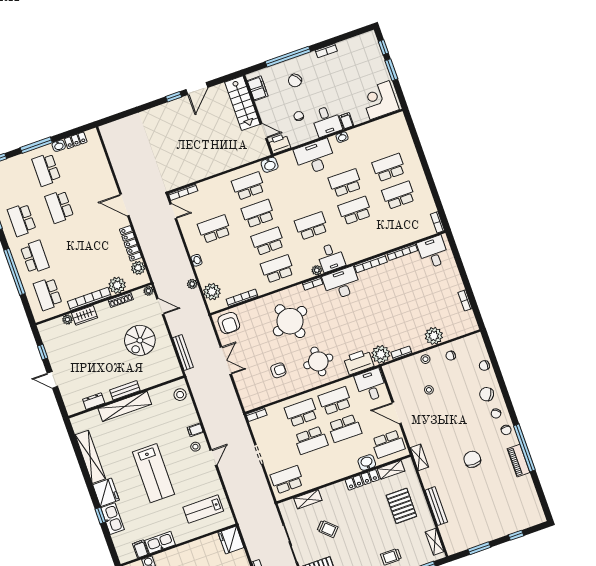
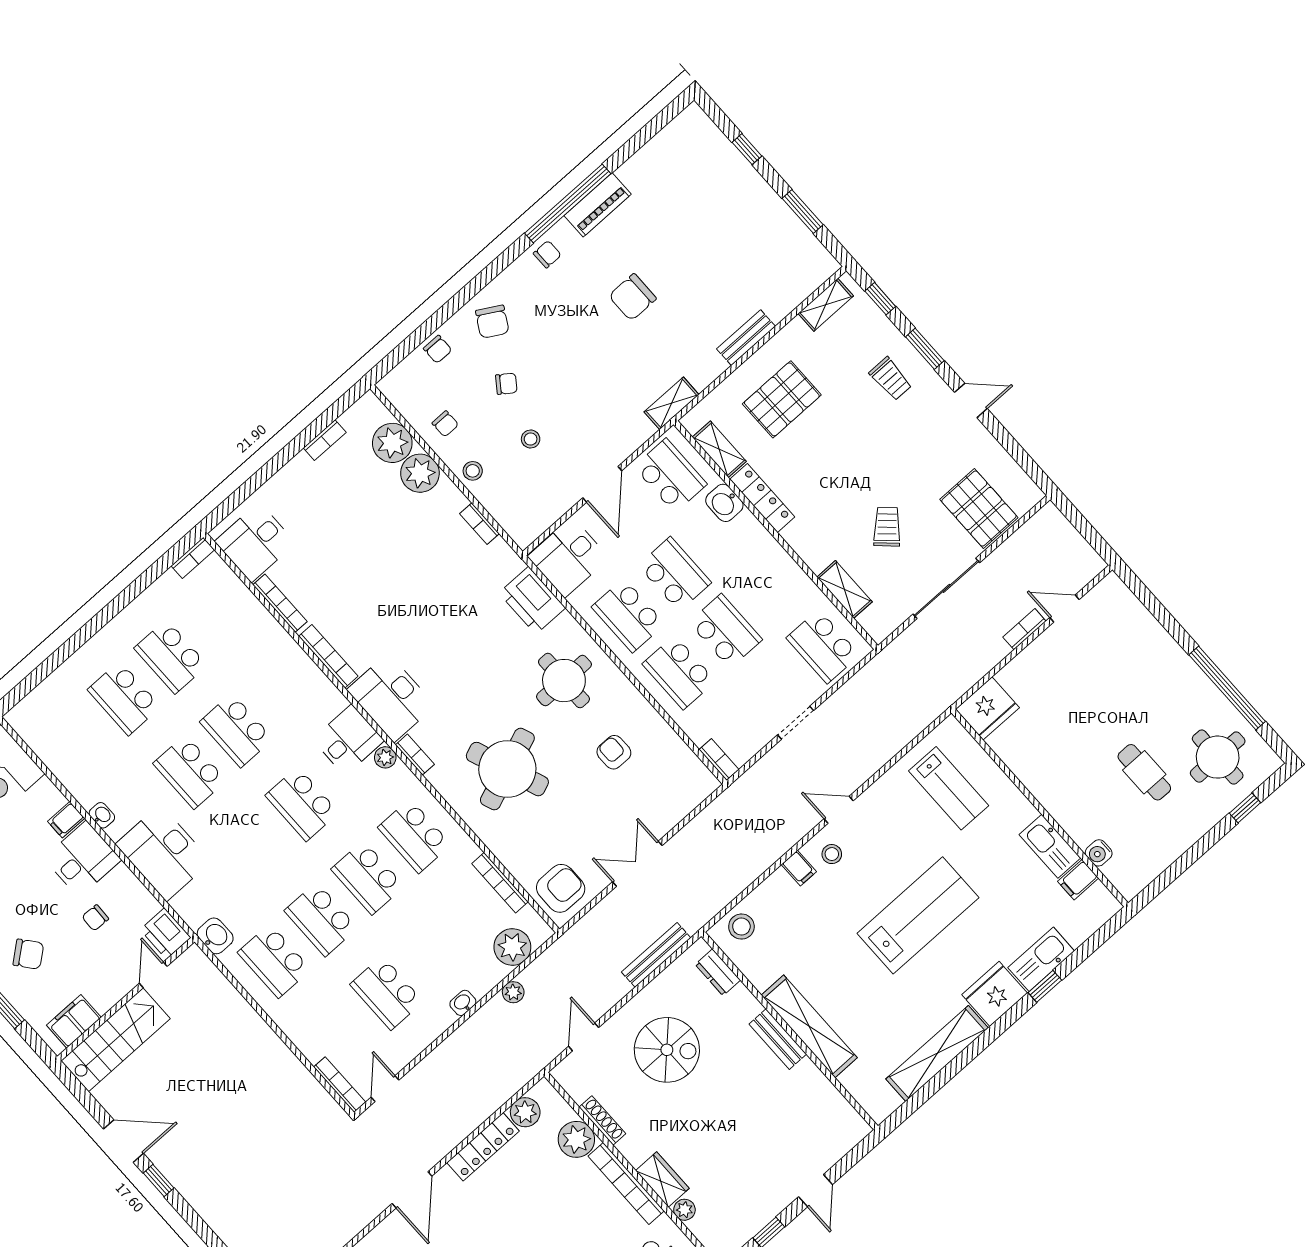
plant: (148, 291) -> (562, 1073), removed
plant: (381, 354) -> (392, 443), moved
dresser: (94, 401) -> (718, 972), moved
chair: (496, 414) -> (506, 384), moved
bench: (436, 506) -> (746, 338), width x0.73

